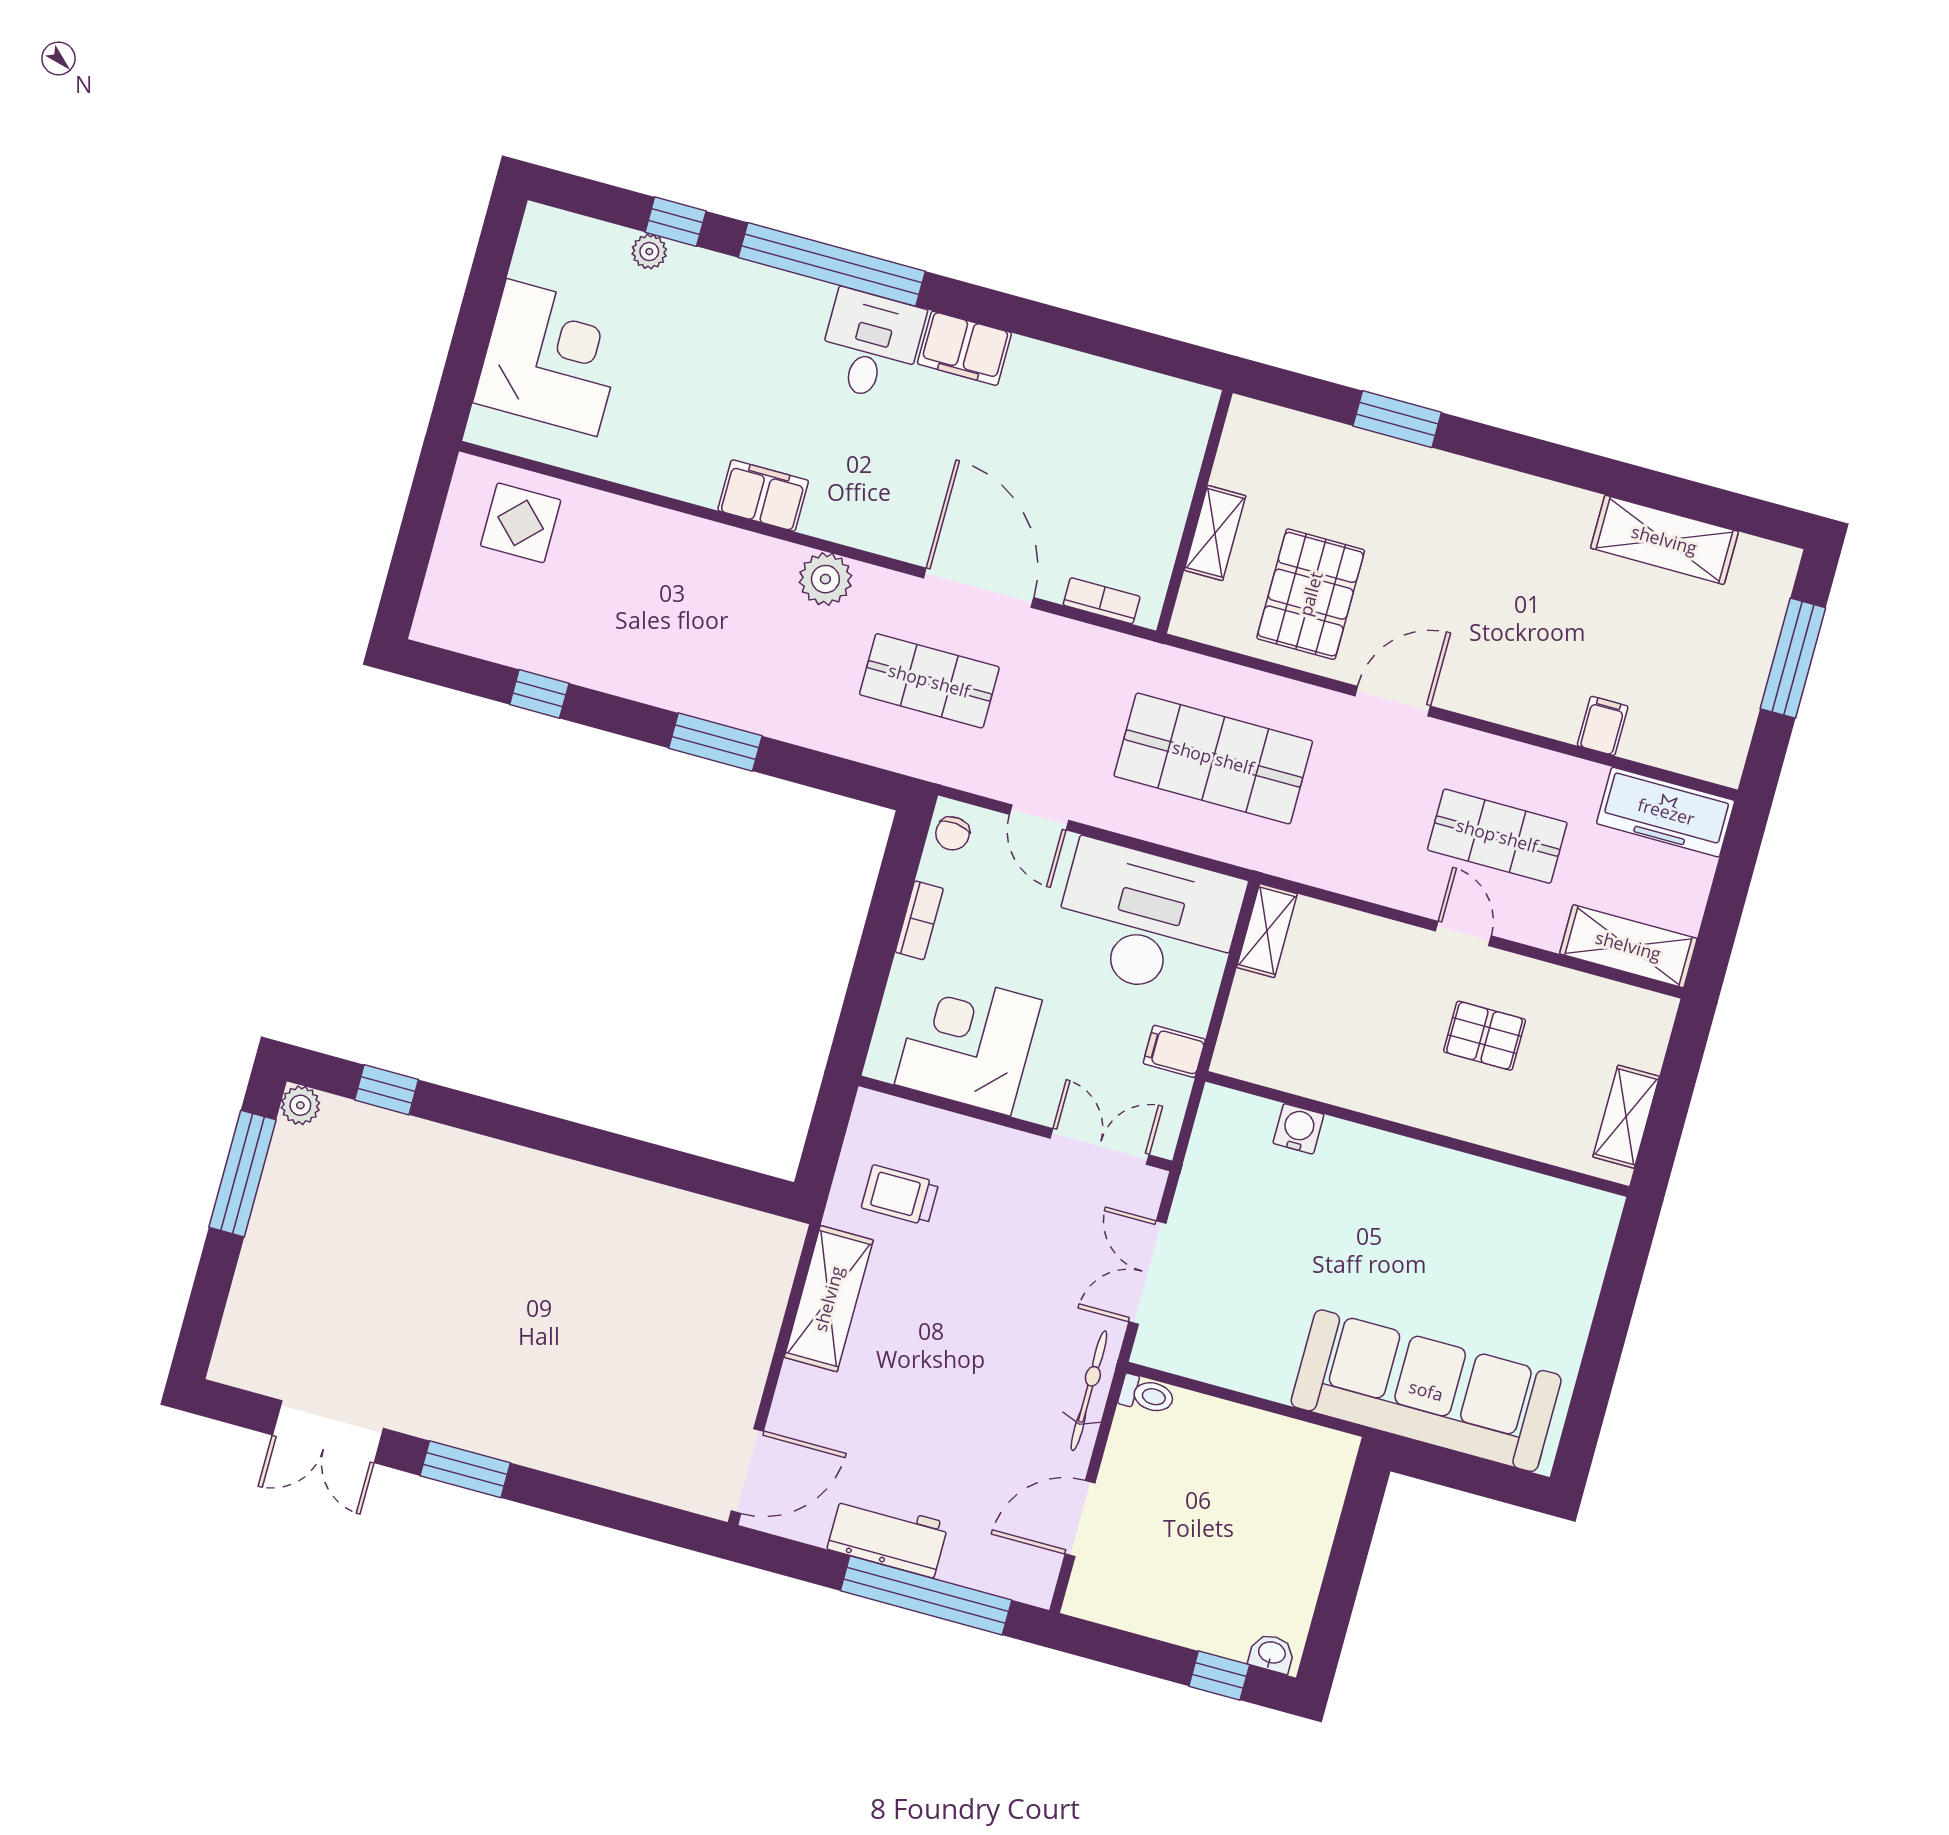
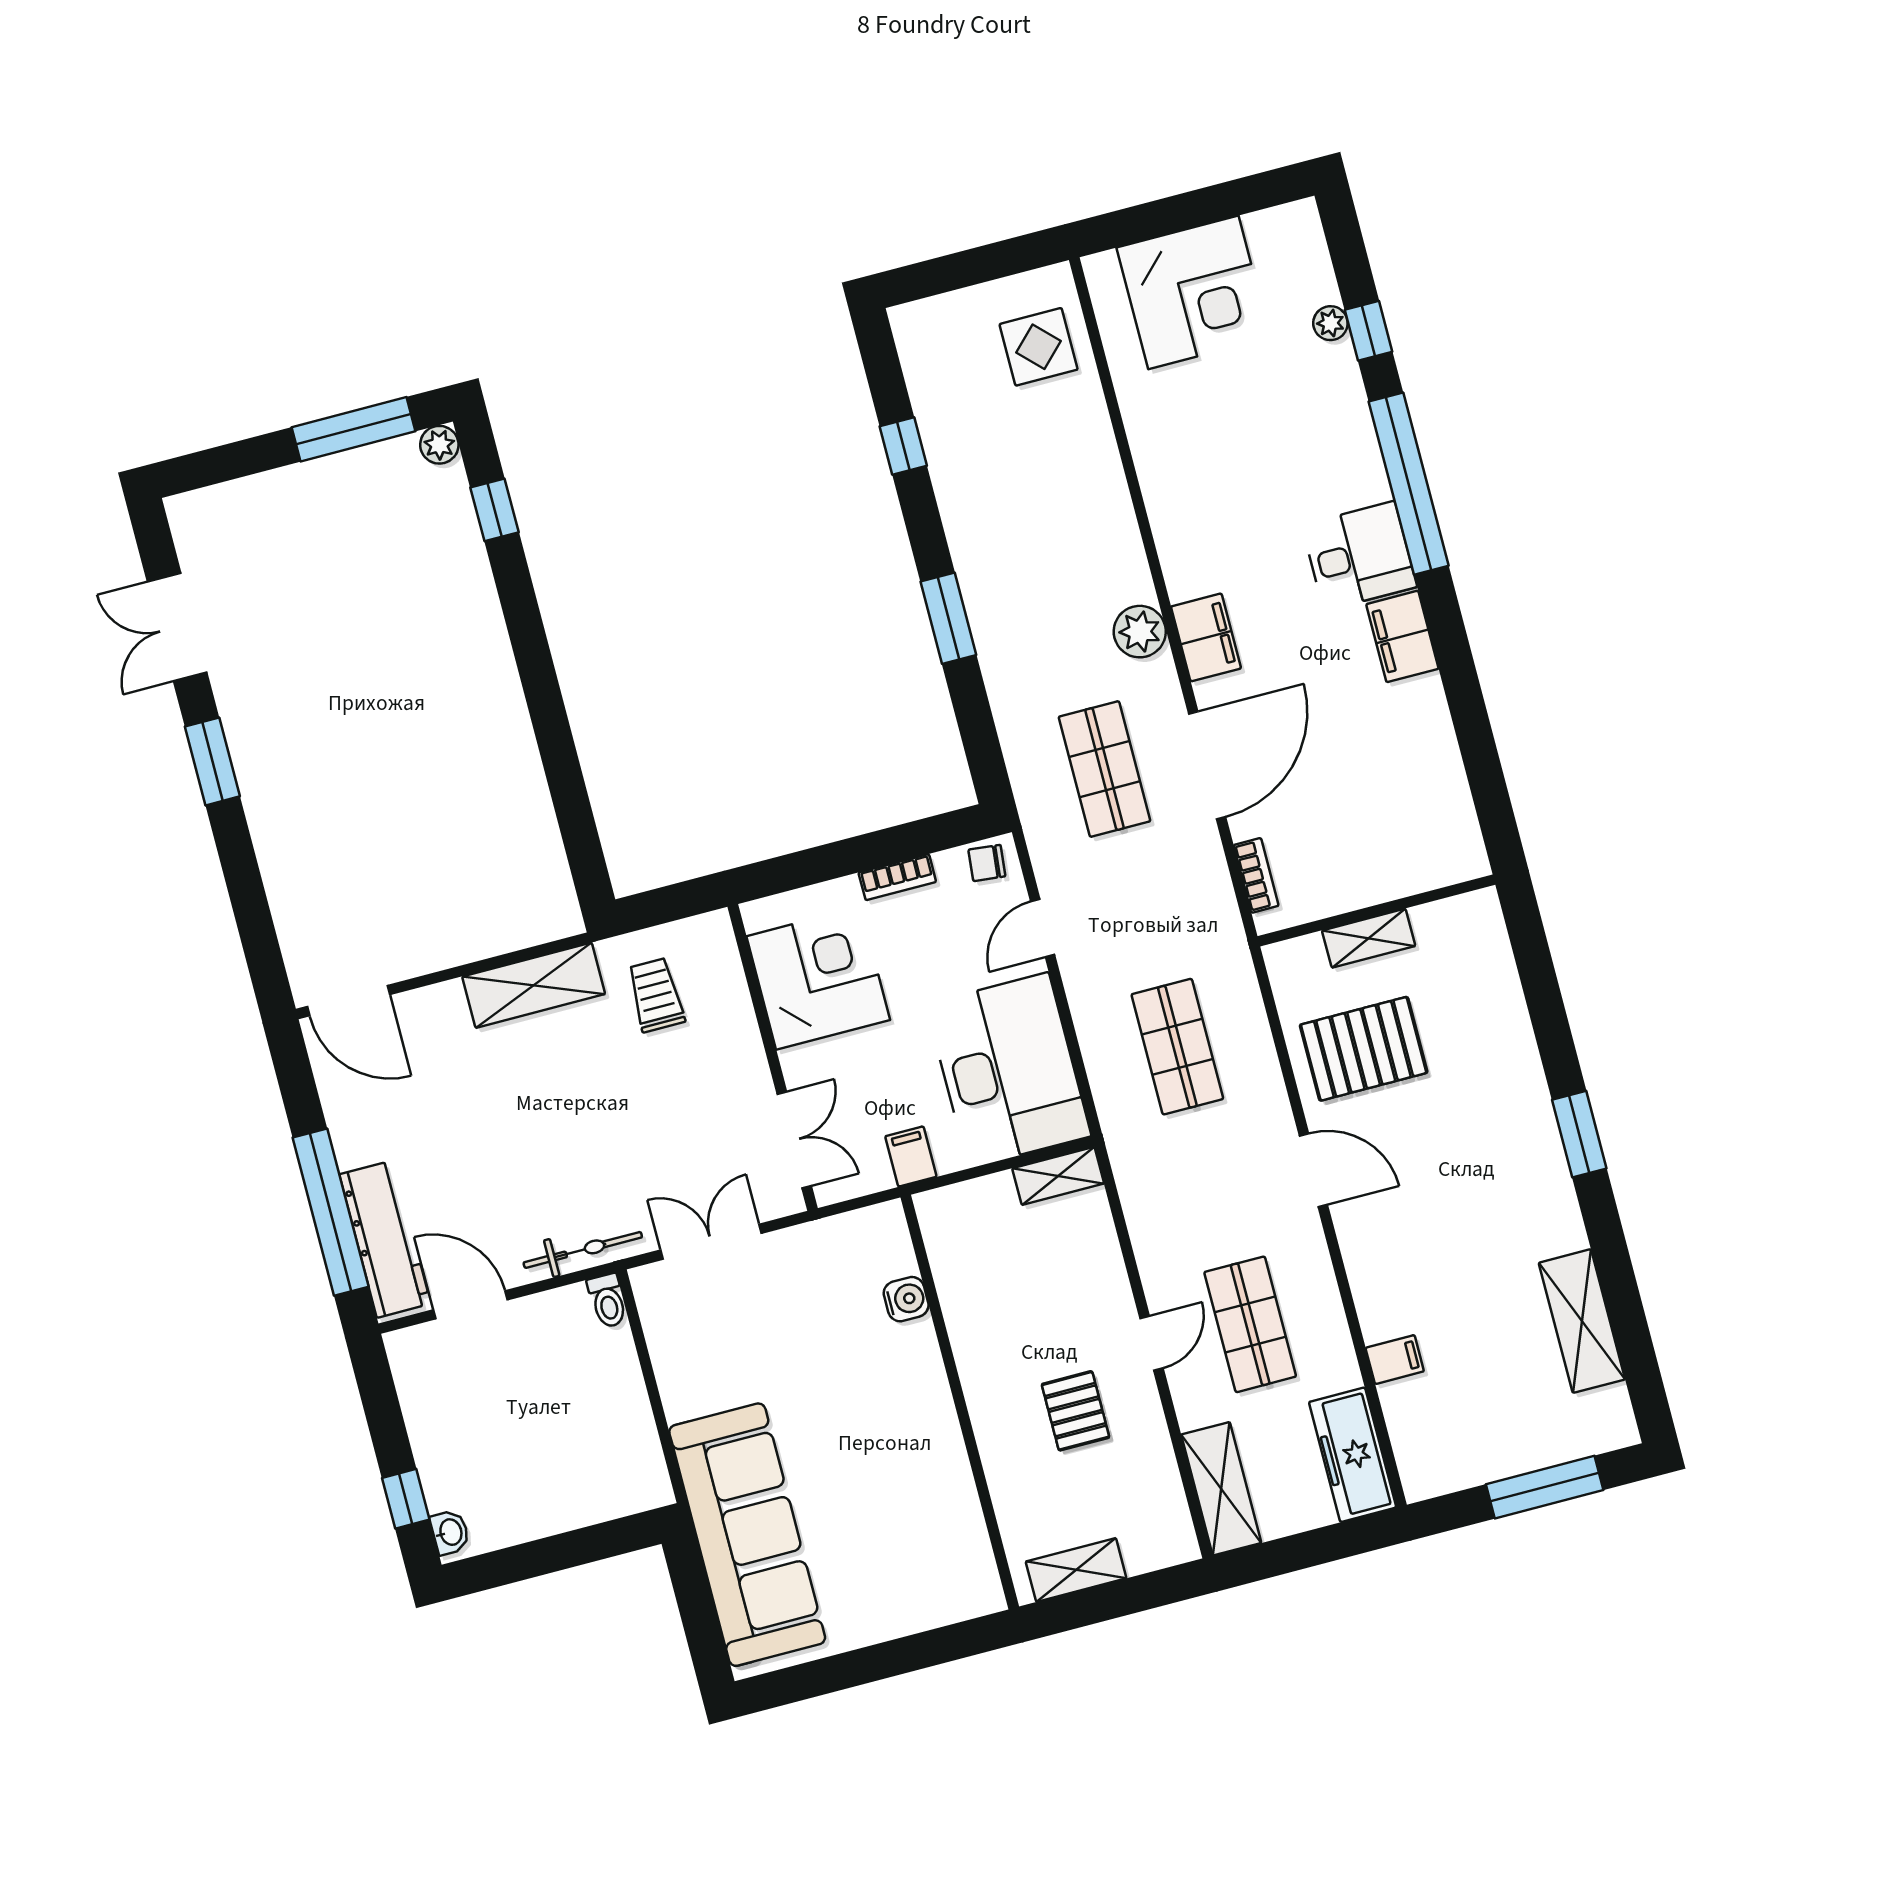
window: (1397, 419) -> (1579, 1134), moved
filing cabinet: (763, 495) -> (1206, 637), moved
shop shelf: (1213, 758) -> (1177, 1047), width x0.70, depth x0.74
workbench: (888, 1536) -> (385, 1239), moved, width x1.38

